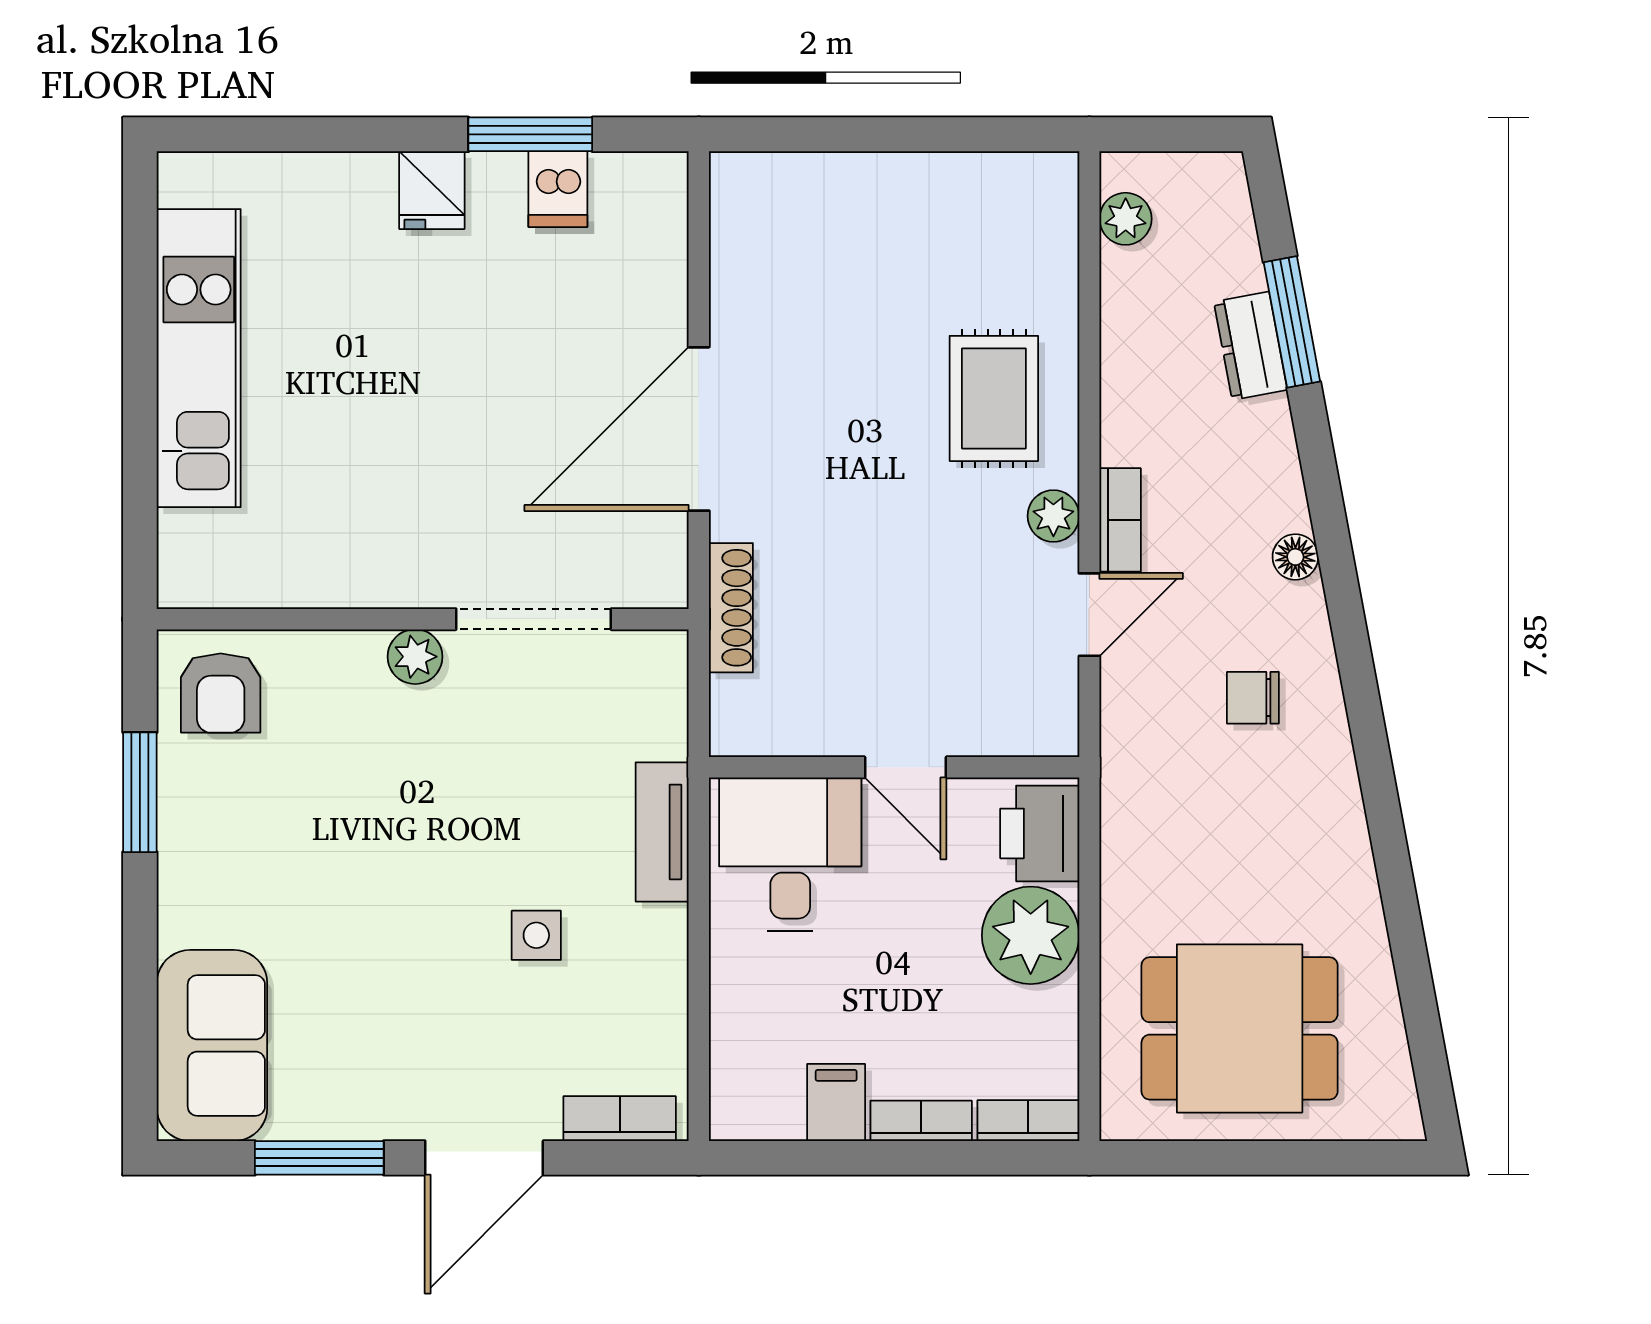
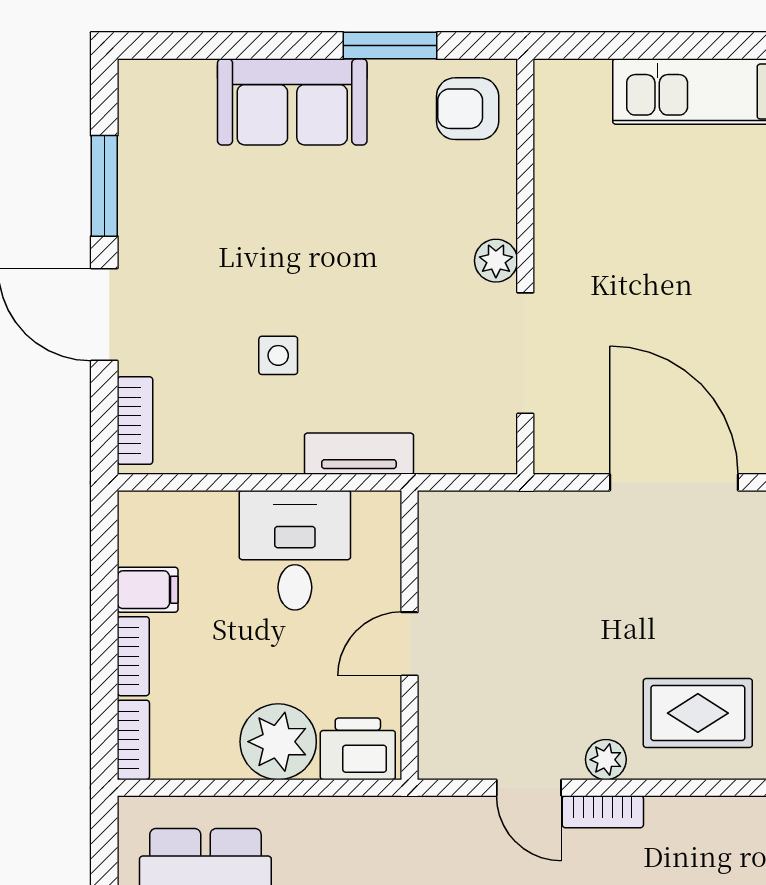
shoe rack: (731, 608) -> (534, 507), removed
desk: (790, 854) -> (295, 550), moved, turned -90
sofa: (212, 1046) -> (292, 102), moved

